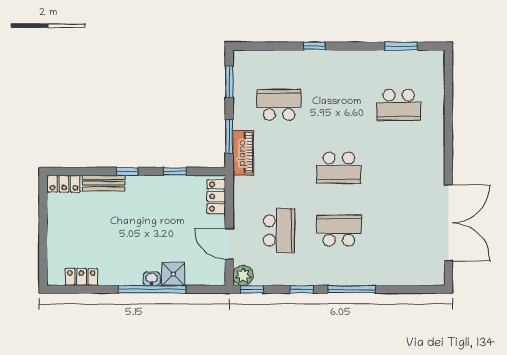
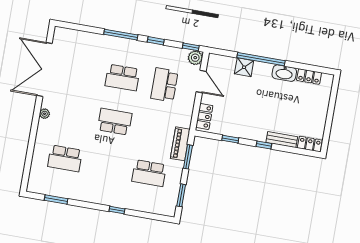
school desk: (399, 105) -> (65, 158), turned 180
plant: (438, 162) -> (45, 114), added
washbasin: (152, 279) -> (284, 73), moved, width x1.91, depth x1.45

